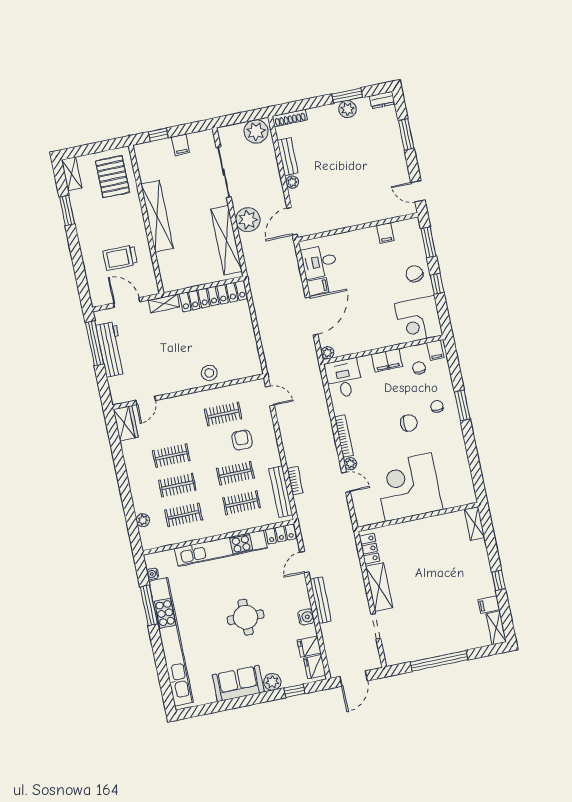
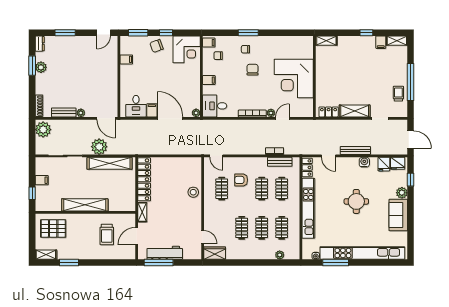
filing cabinet: (387, 360) -> (209, 80), width x0.50
door: (270, 396) -> (216, 156), swing flipped
bench: (281, 492) -> (280, 162), width x0.73
trolley: (418, 646) -> (398, 94), added

